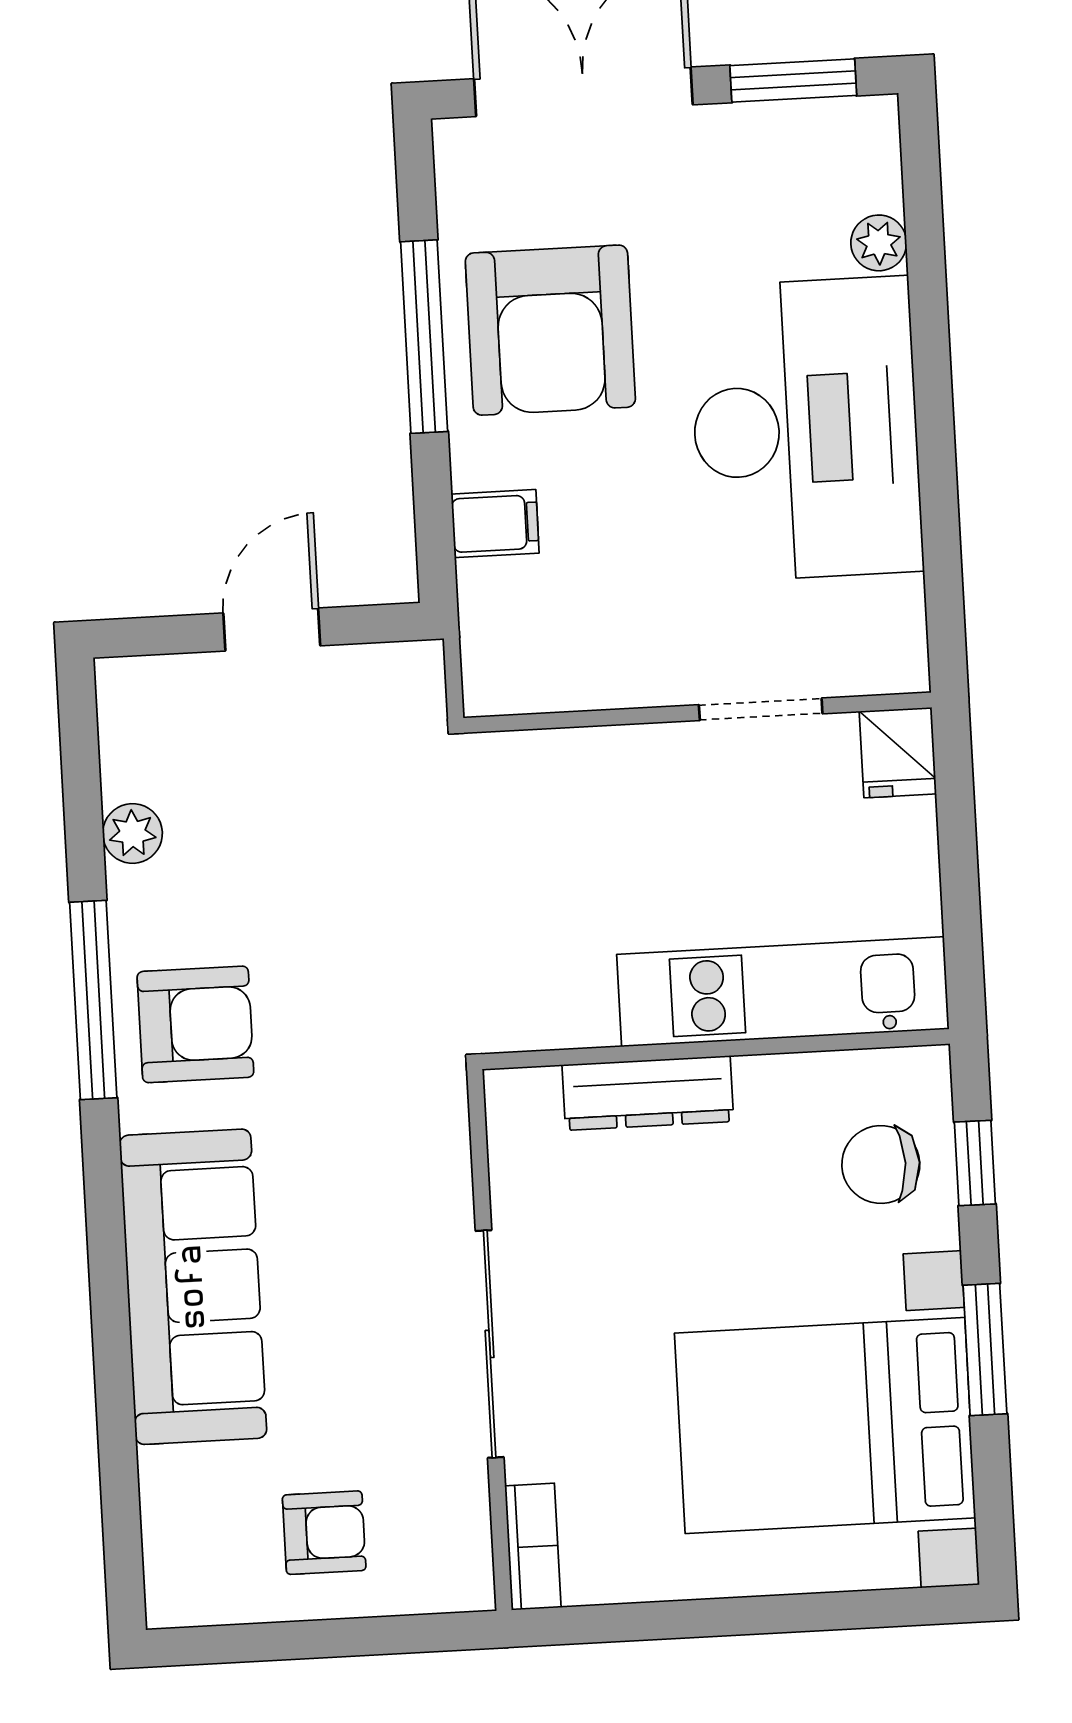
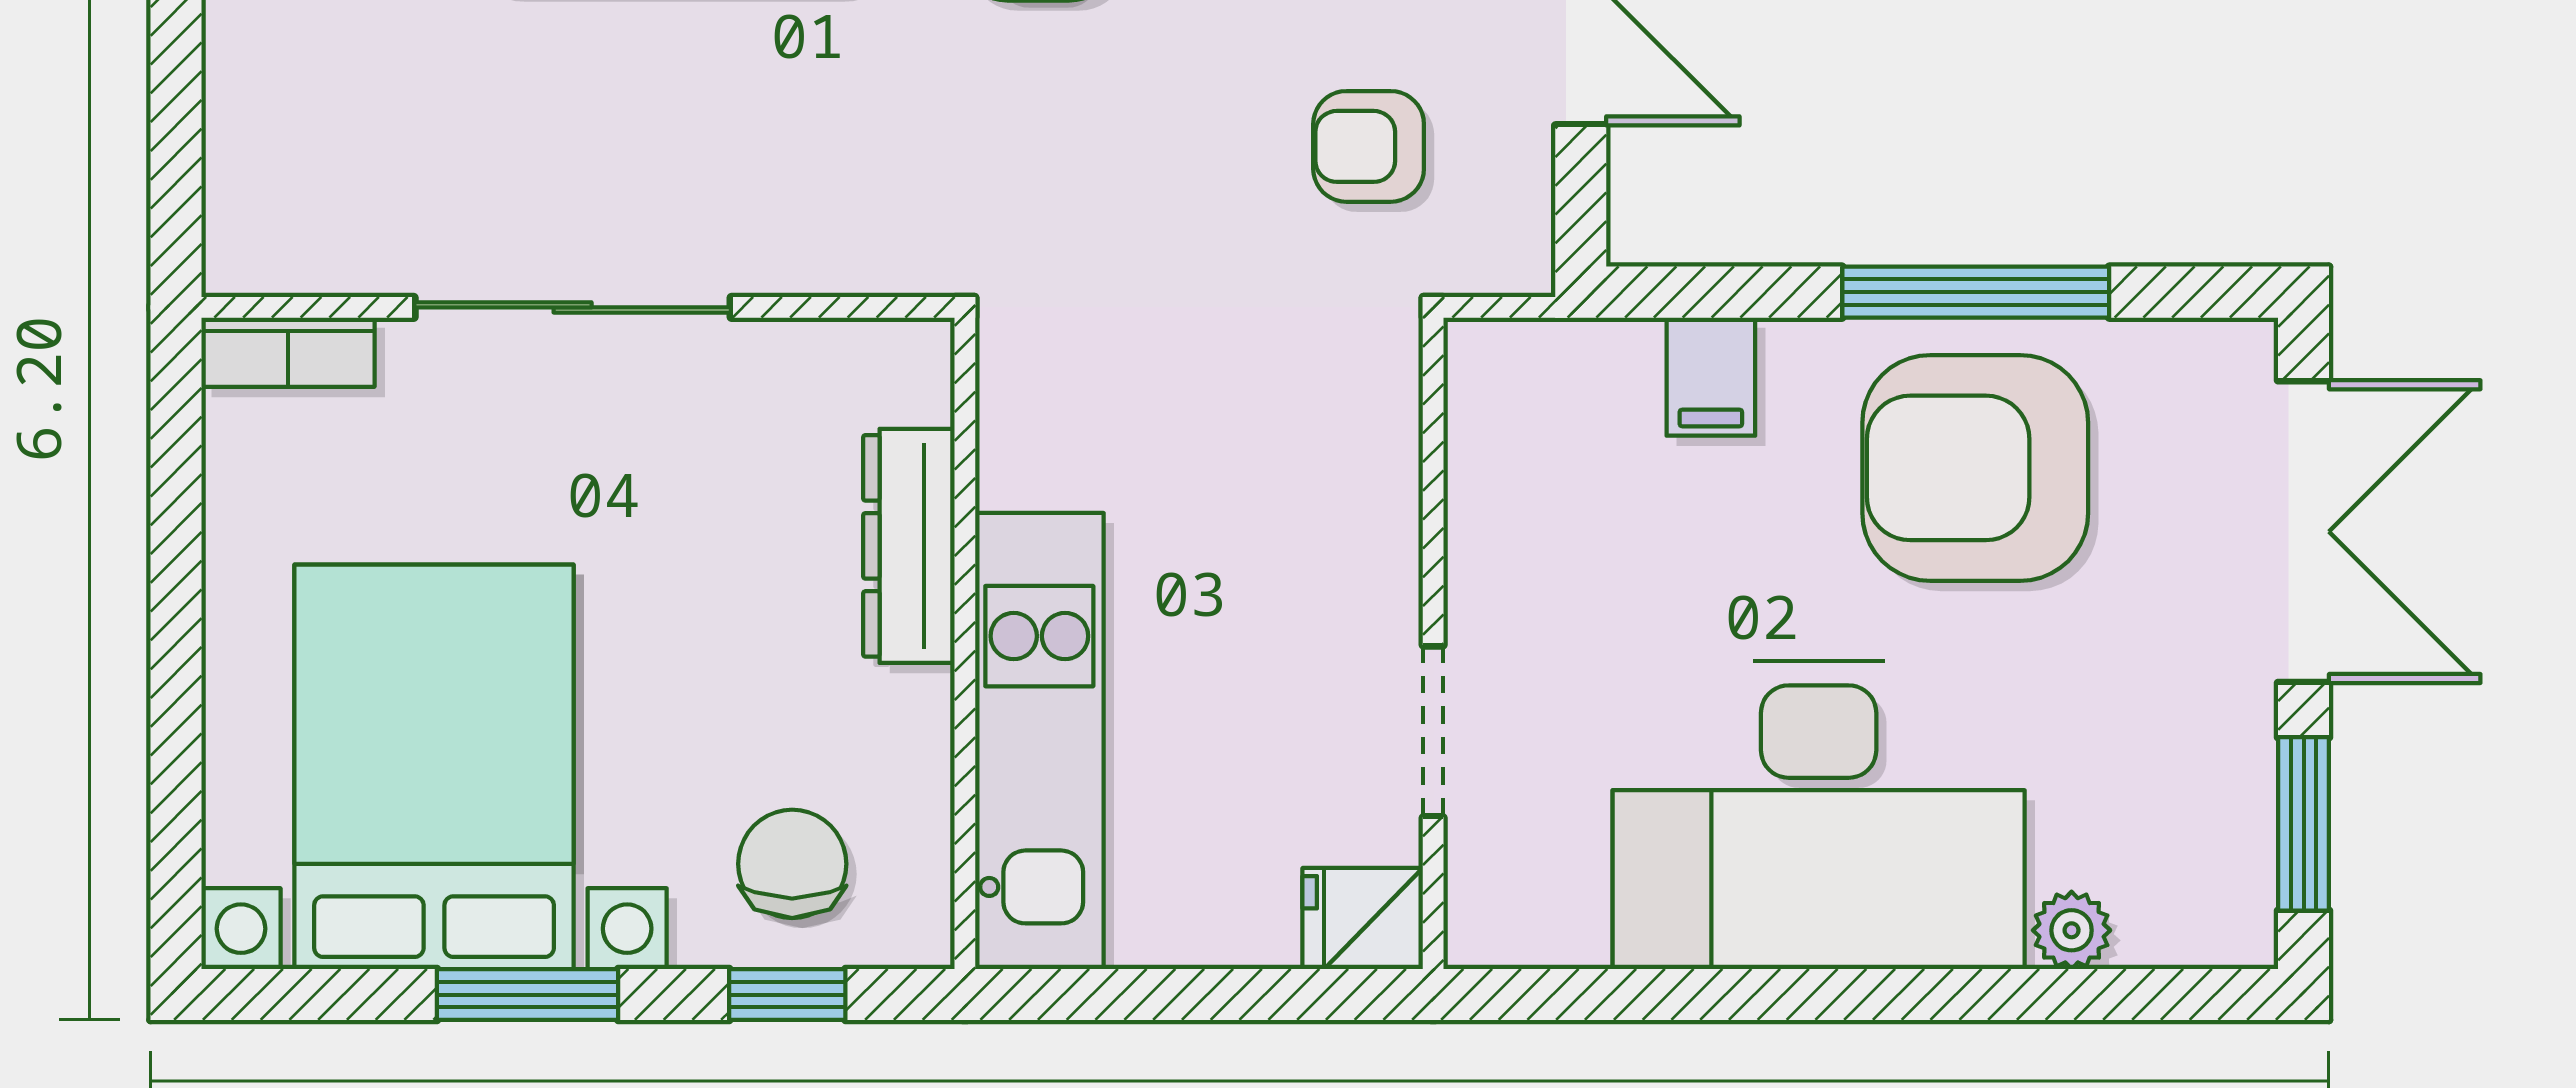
armchair: (324, 1533) -> (1369, 146), moved, turned 90

